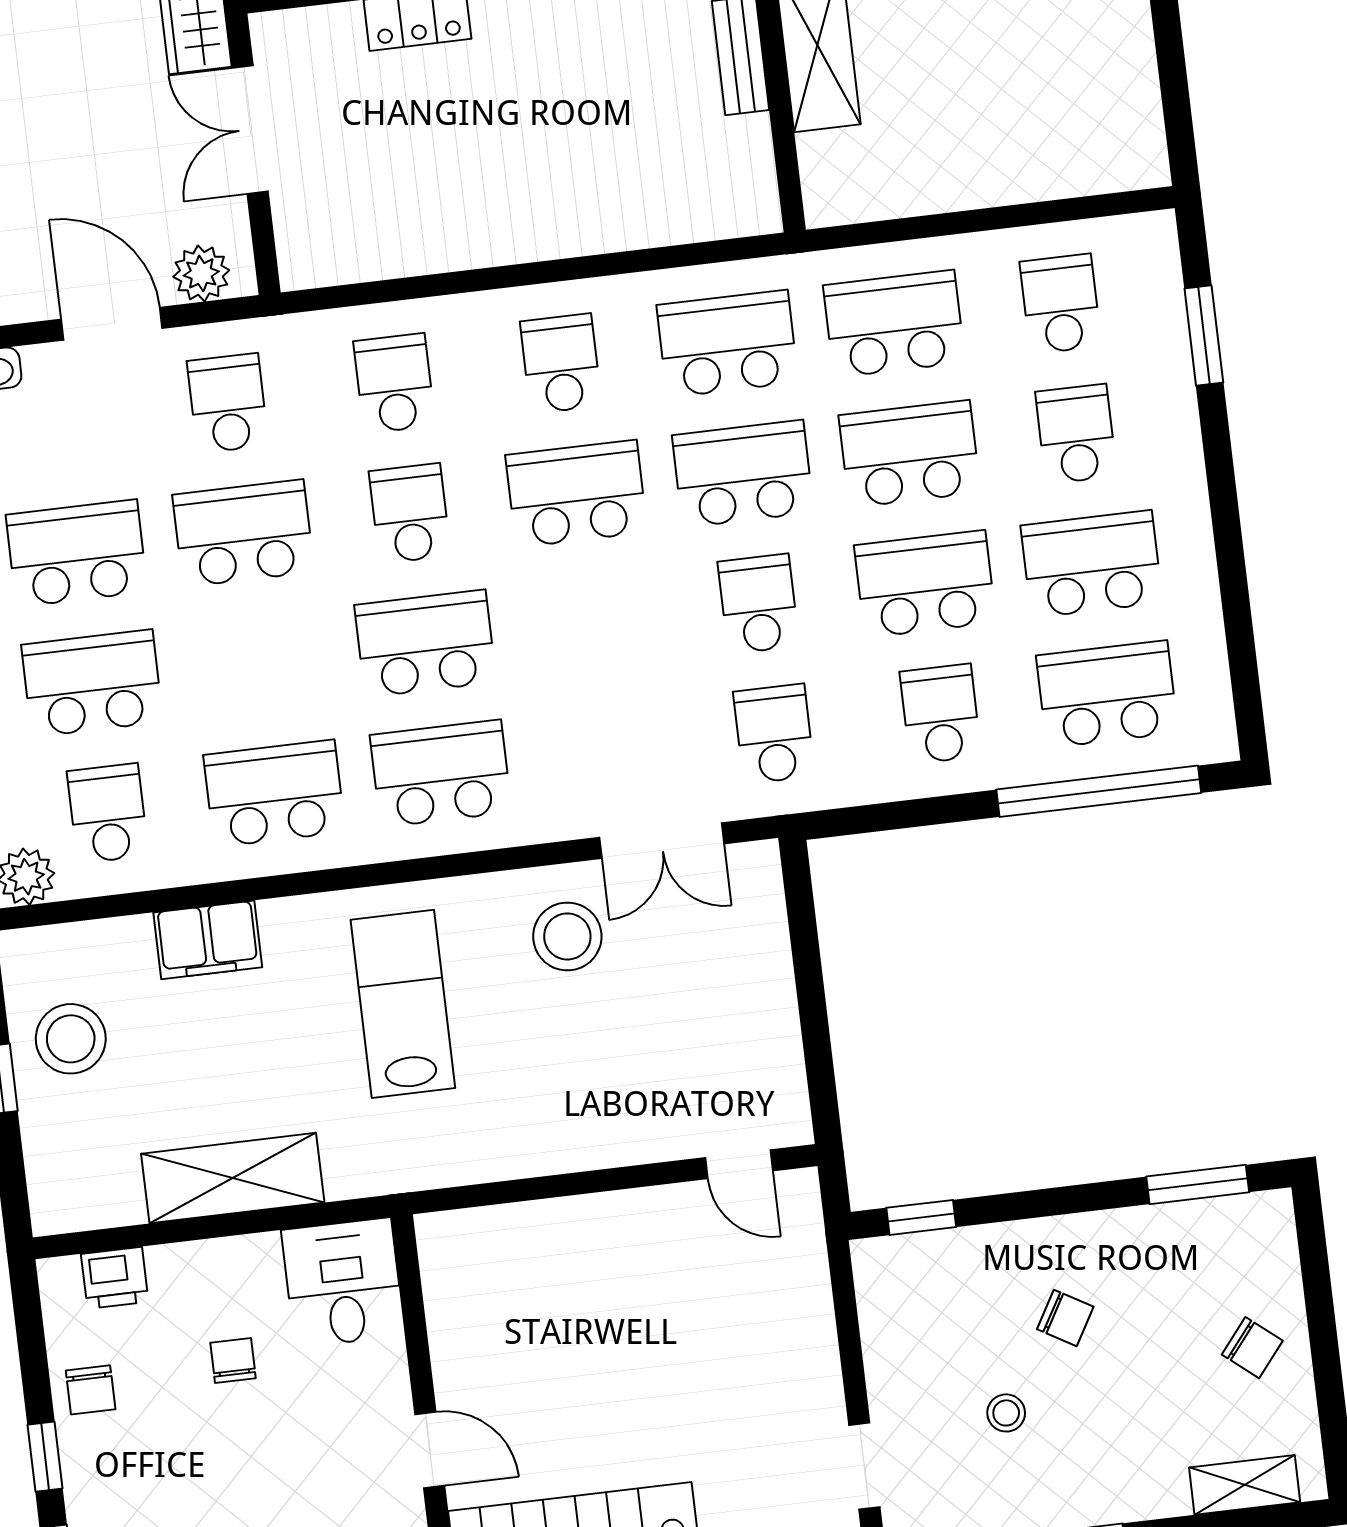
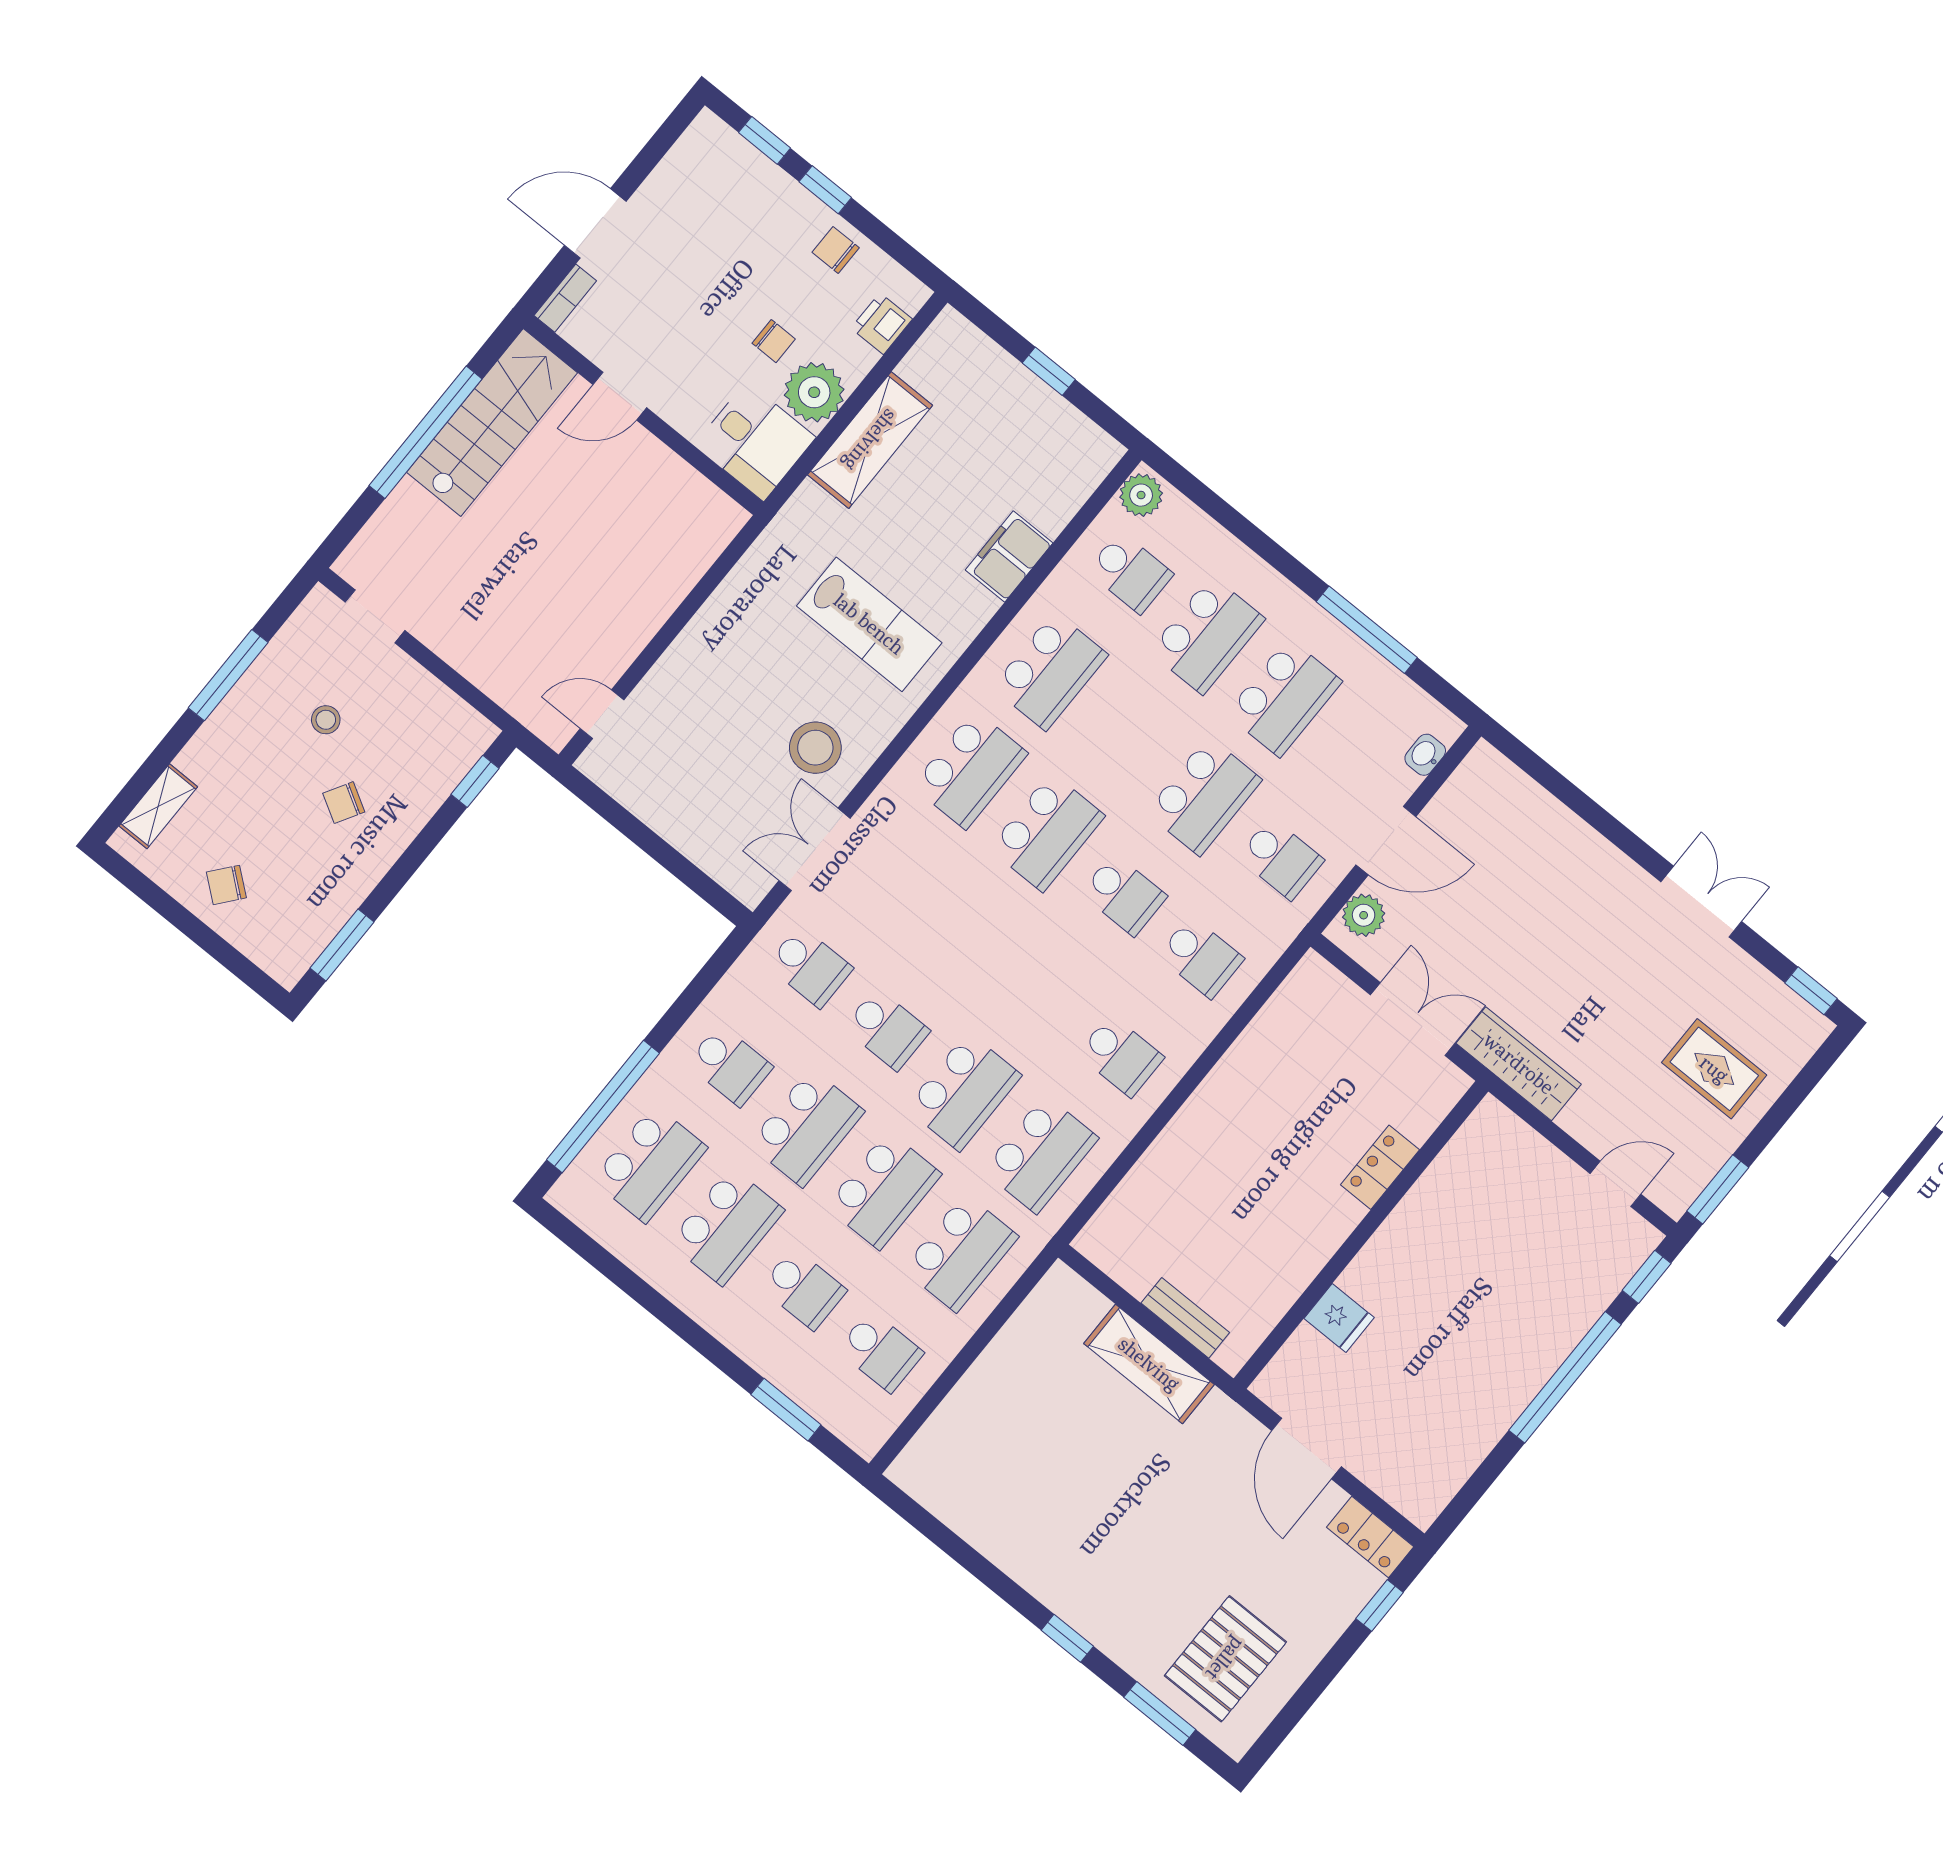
school desk: (576, 494) -> (1044, 993), removed
stool: (71, 1039) -> (1031, 430), removed
plant: (242, 1275) -> (814, 392), added

